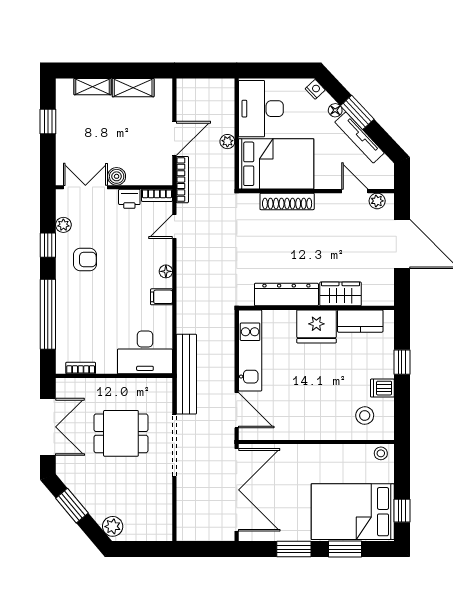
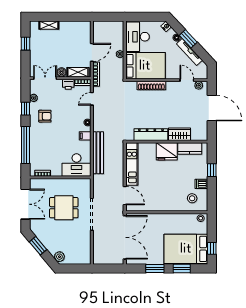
shelving: (133, 88) -> (78, 72), moved
bench: (186, 374) -> (98, 153), moved

